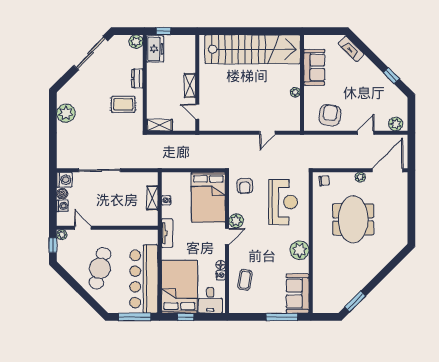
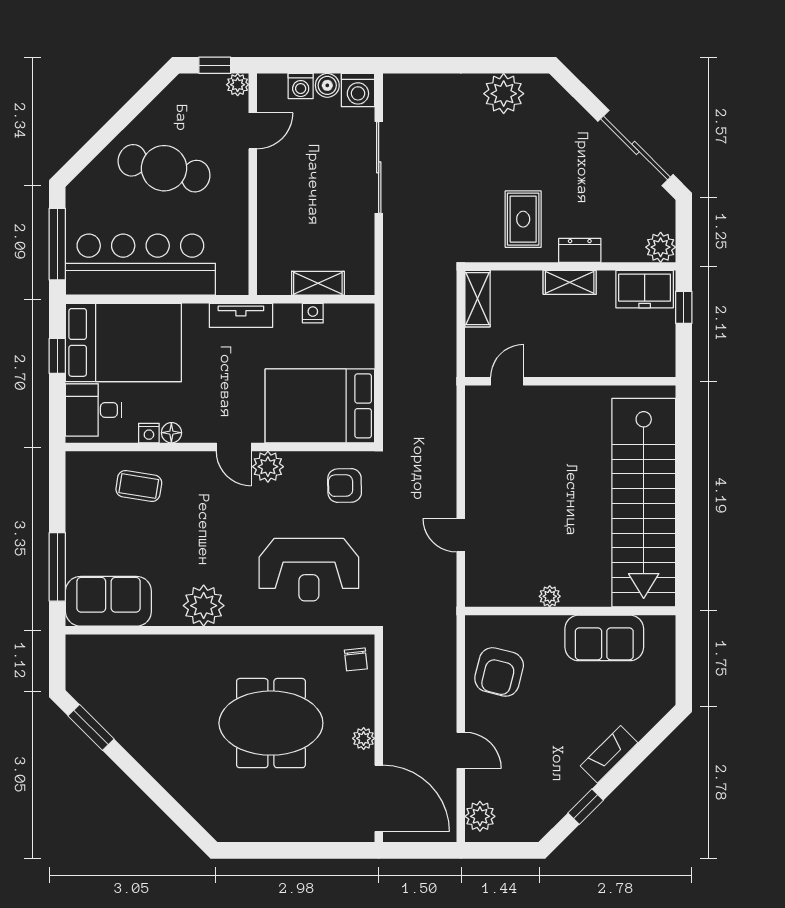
fireplace: (351, 49) -> (609, 754), moved
shelving: (190, 86) -> (570, 282), moved
armchair: (330, 115) -> (499, 672), turned 97

